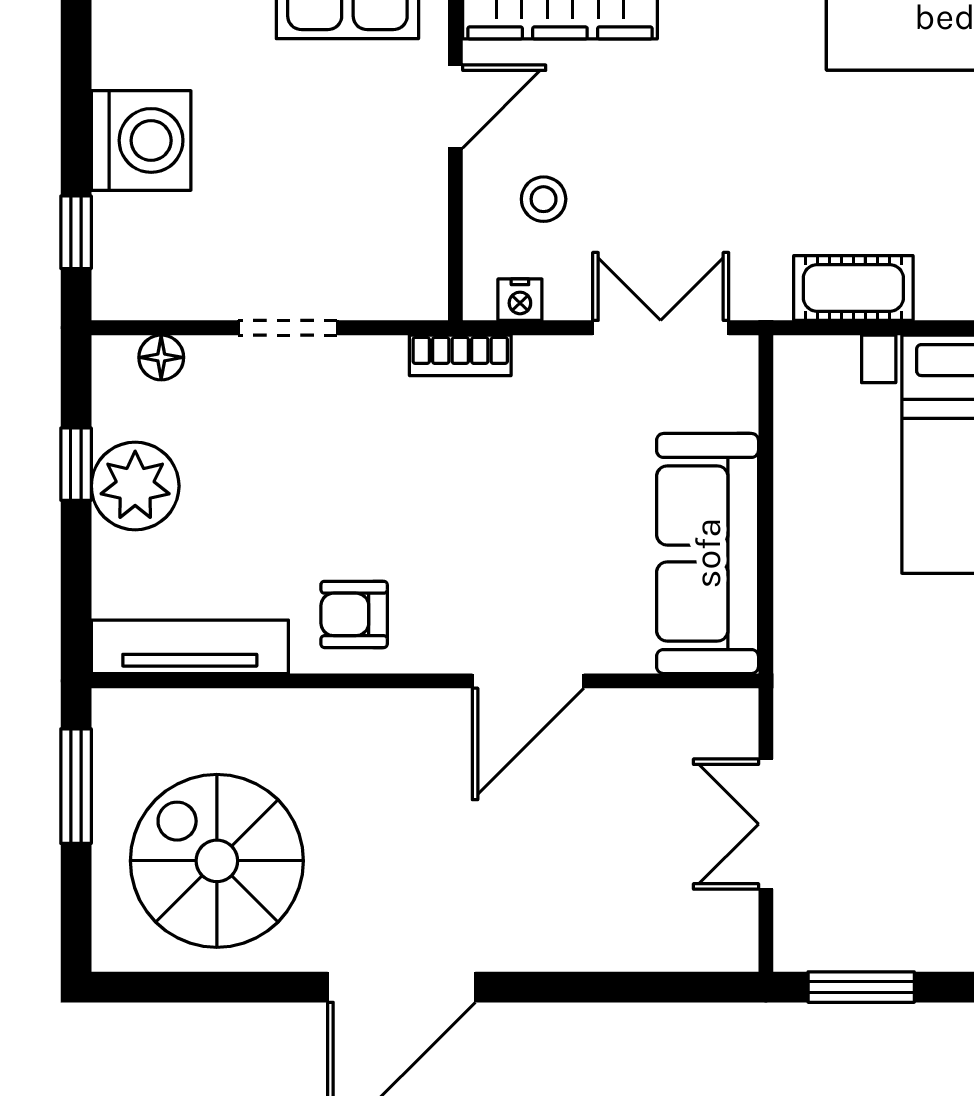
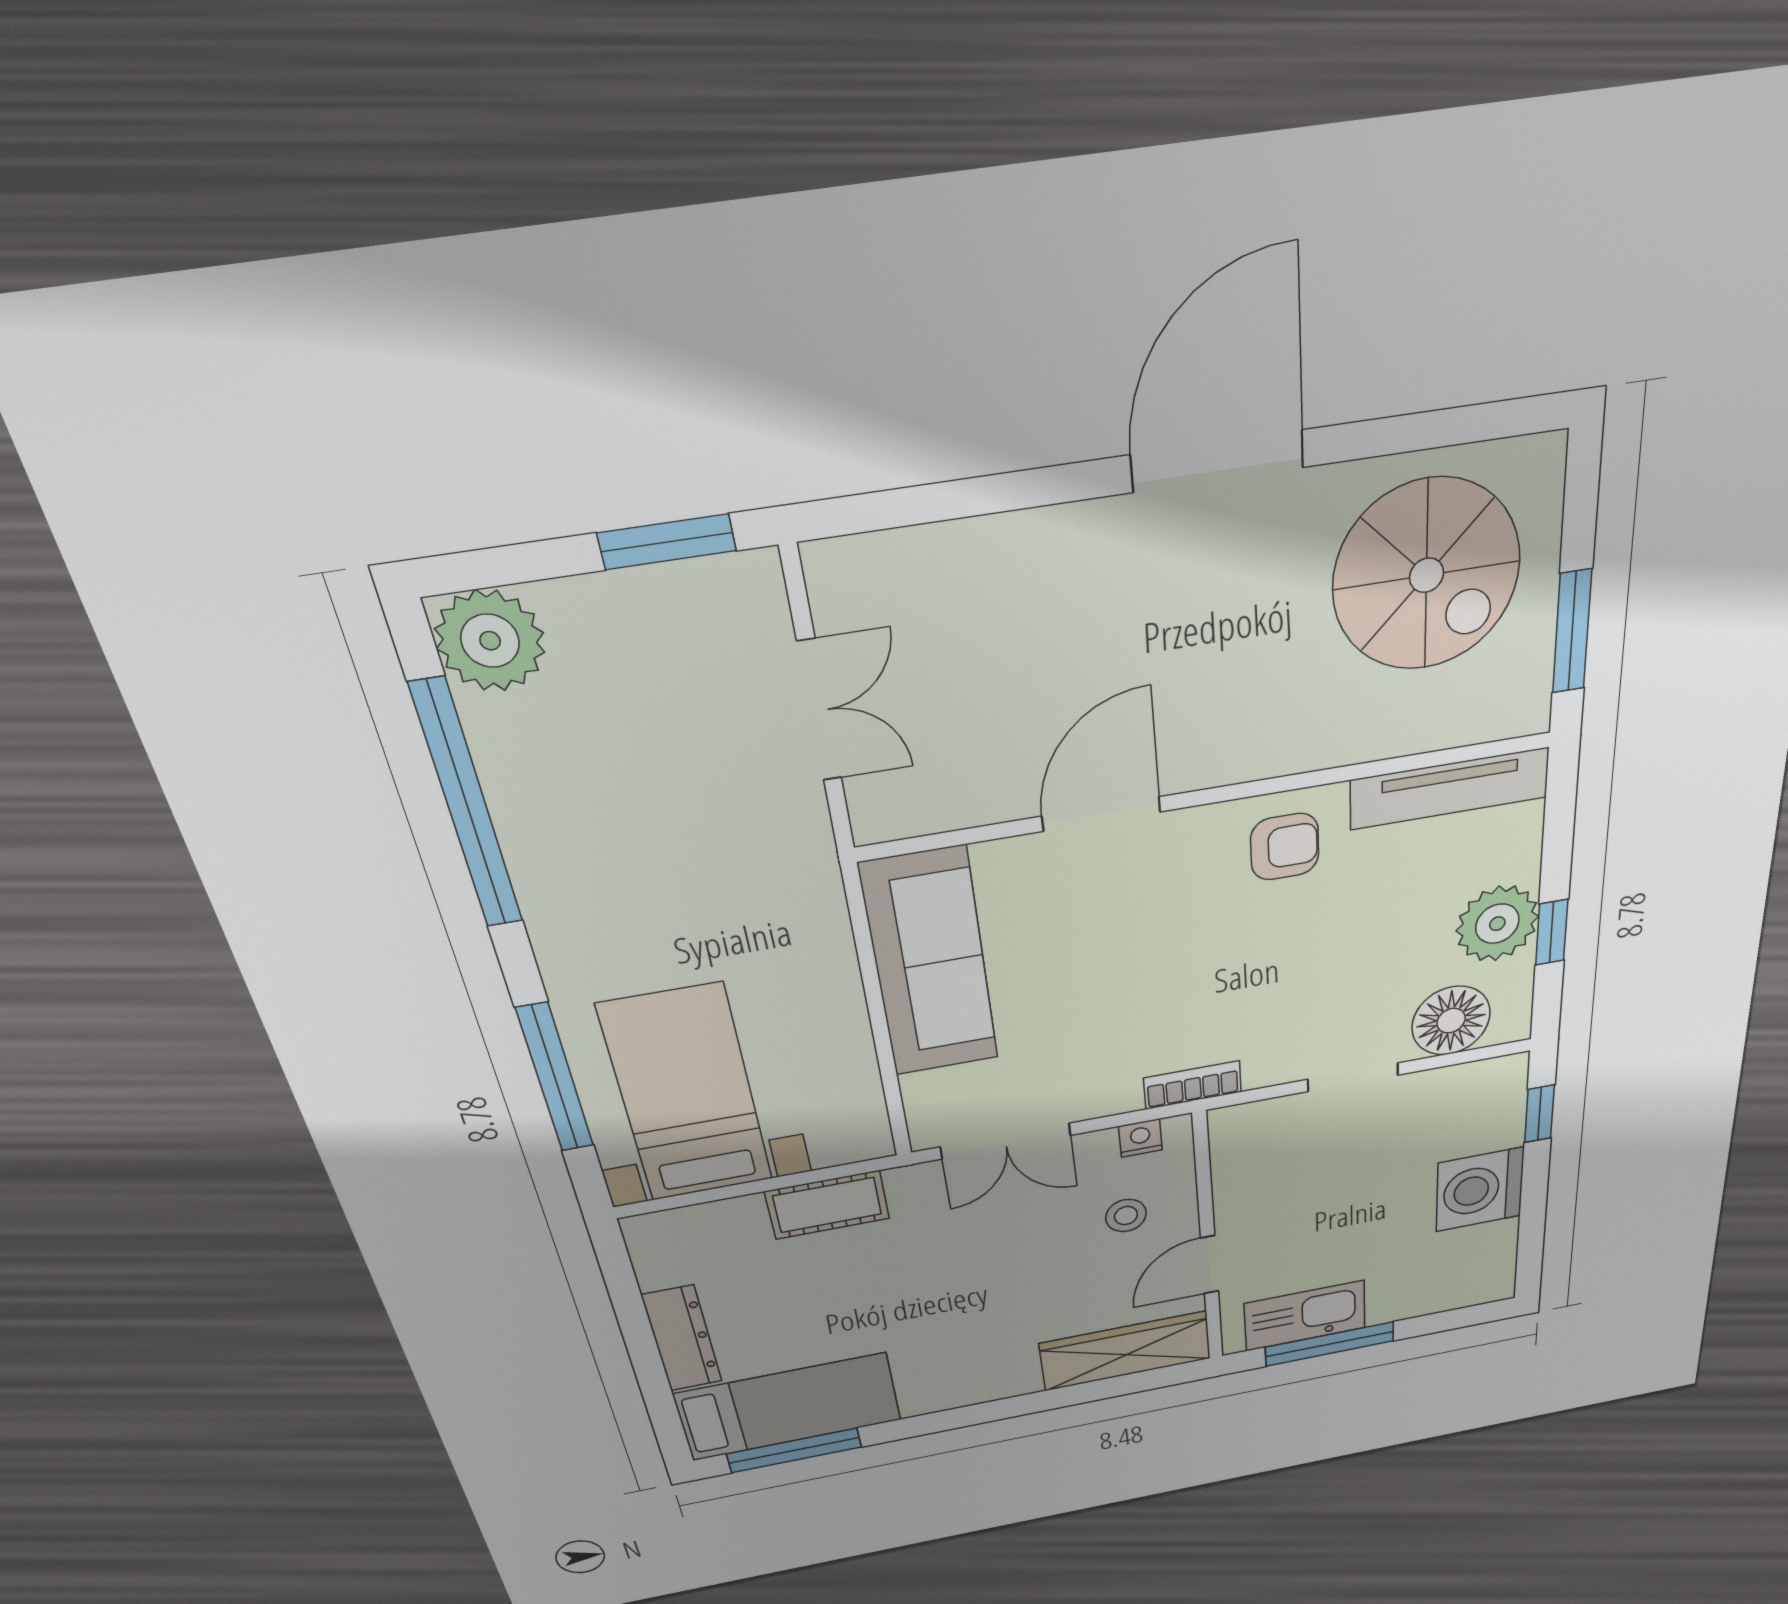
floor lamp: (161, 357) -> (1451, 1021), width x1.89, depth x1.89

